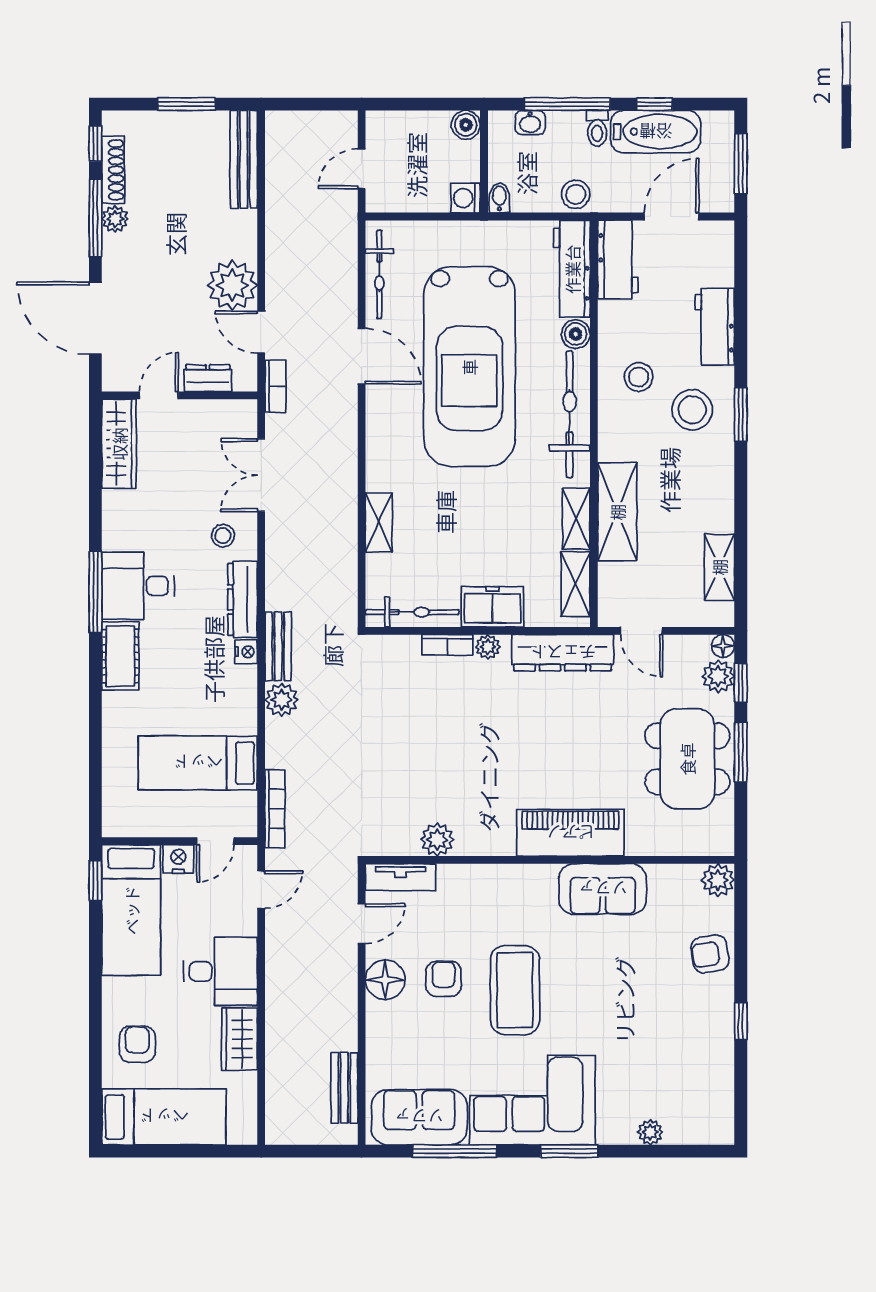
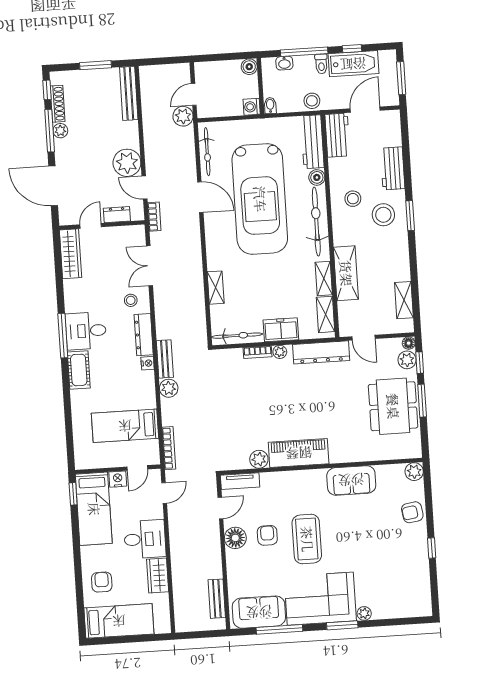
plant: (340, 207) -> (183, 116), added
piano: (570, 833) -> (299, 453), moved
plant: (650, 1132) -> (364, 613), moved

